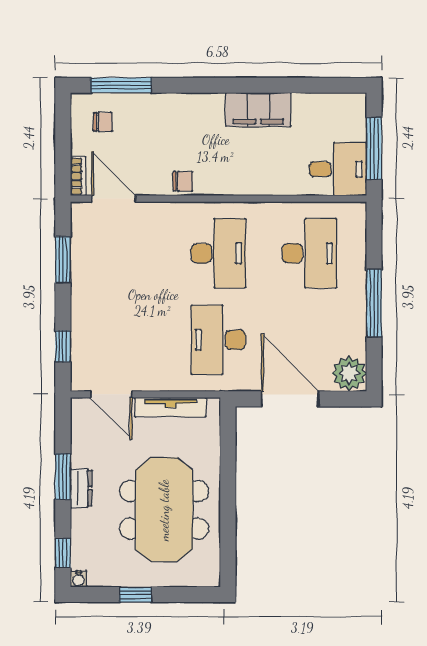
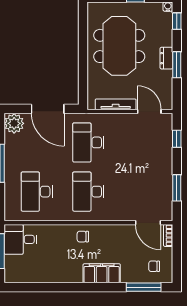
filing cabinet: (258, 110) -> (102, 273), moved
chair: (183, 181) -> (83, 237), moved
desk: (218, 340) -> (88, 142), turned 180

